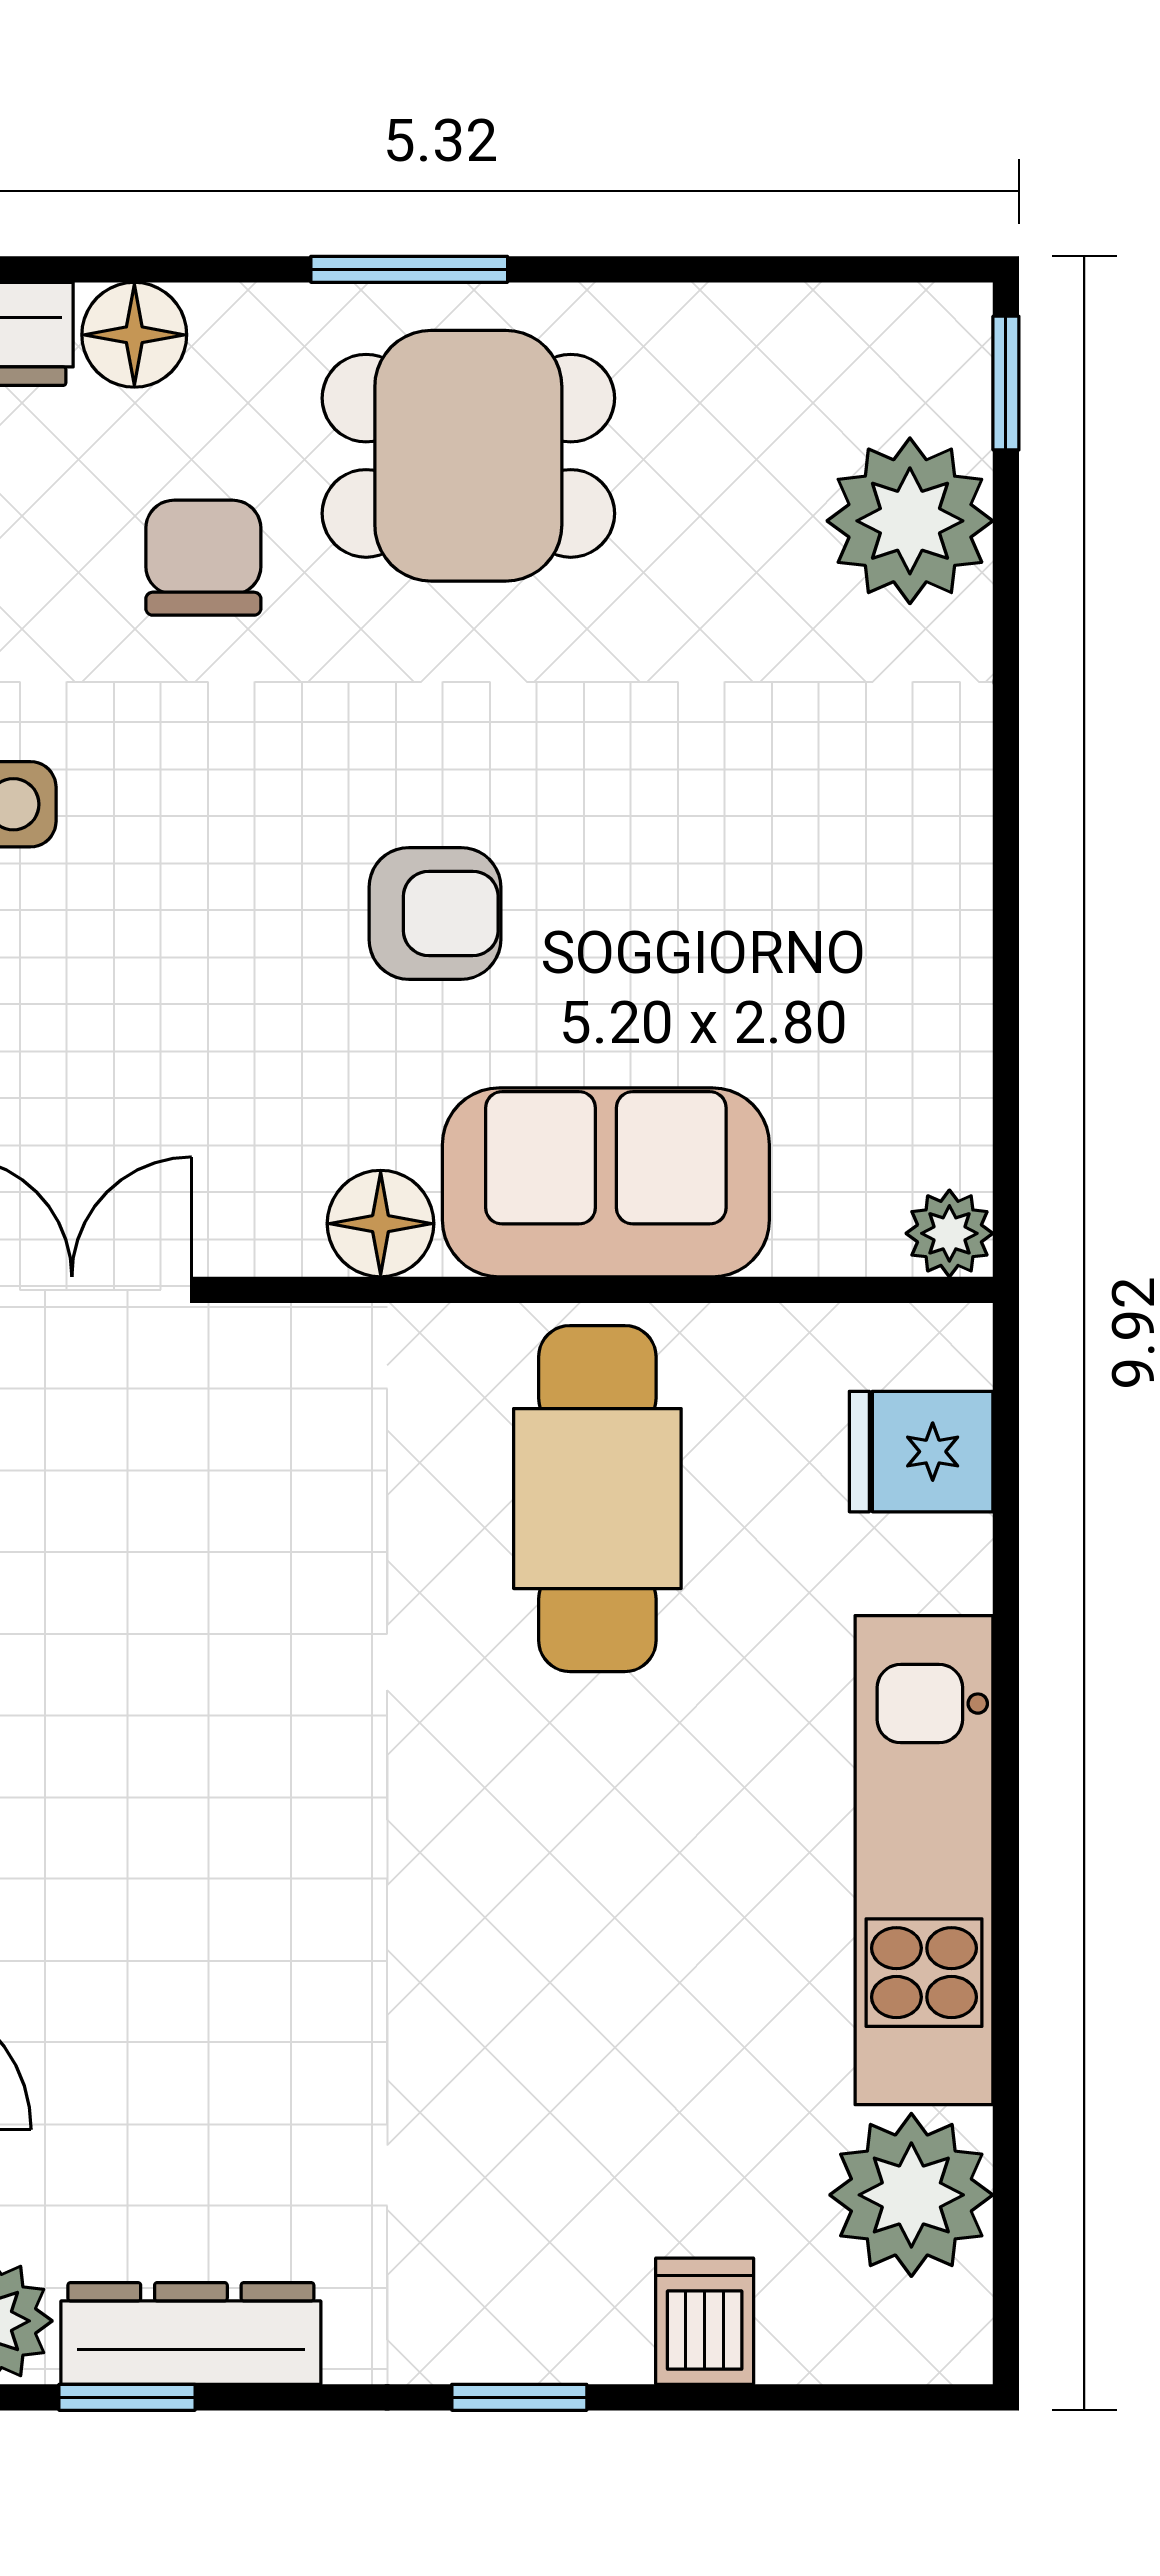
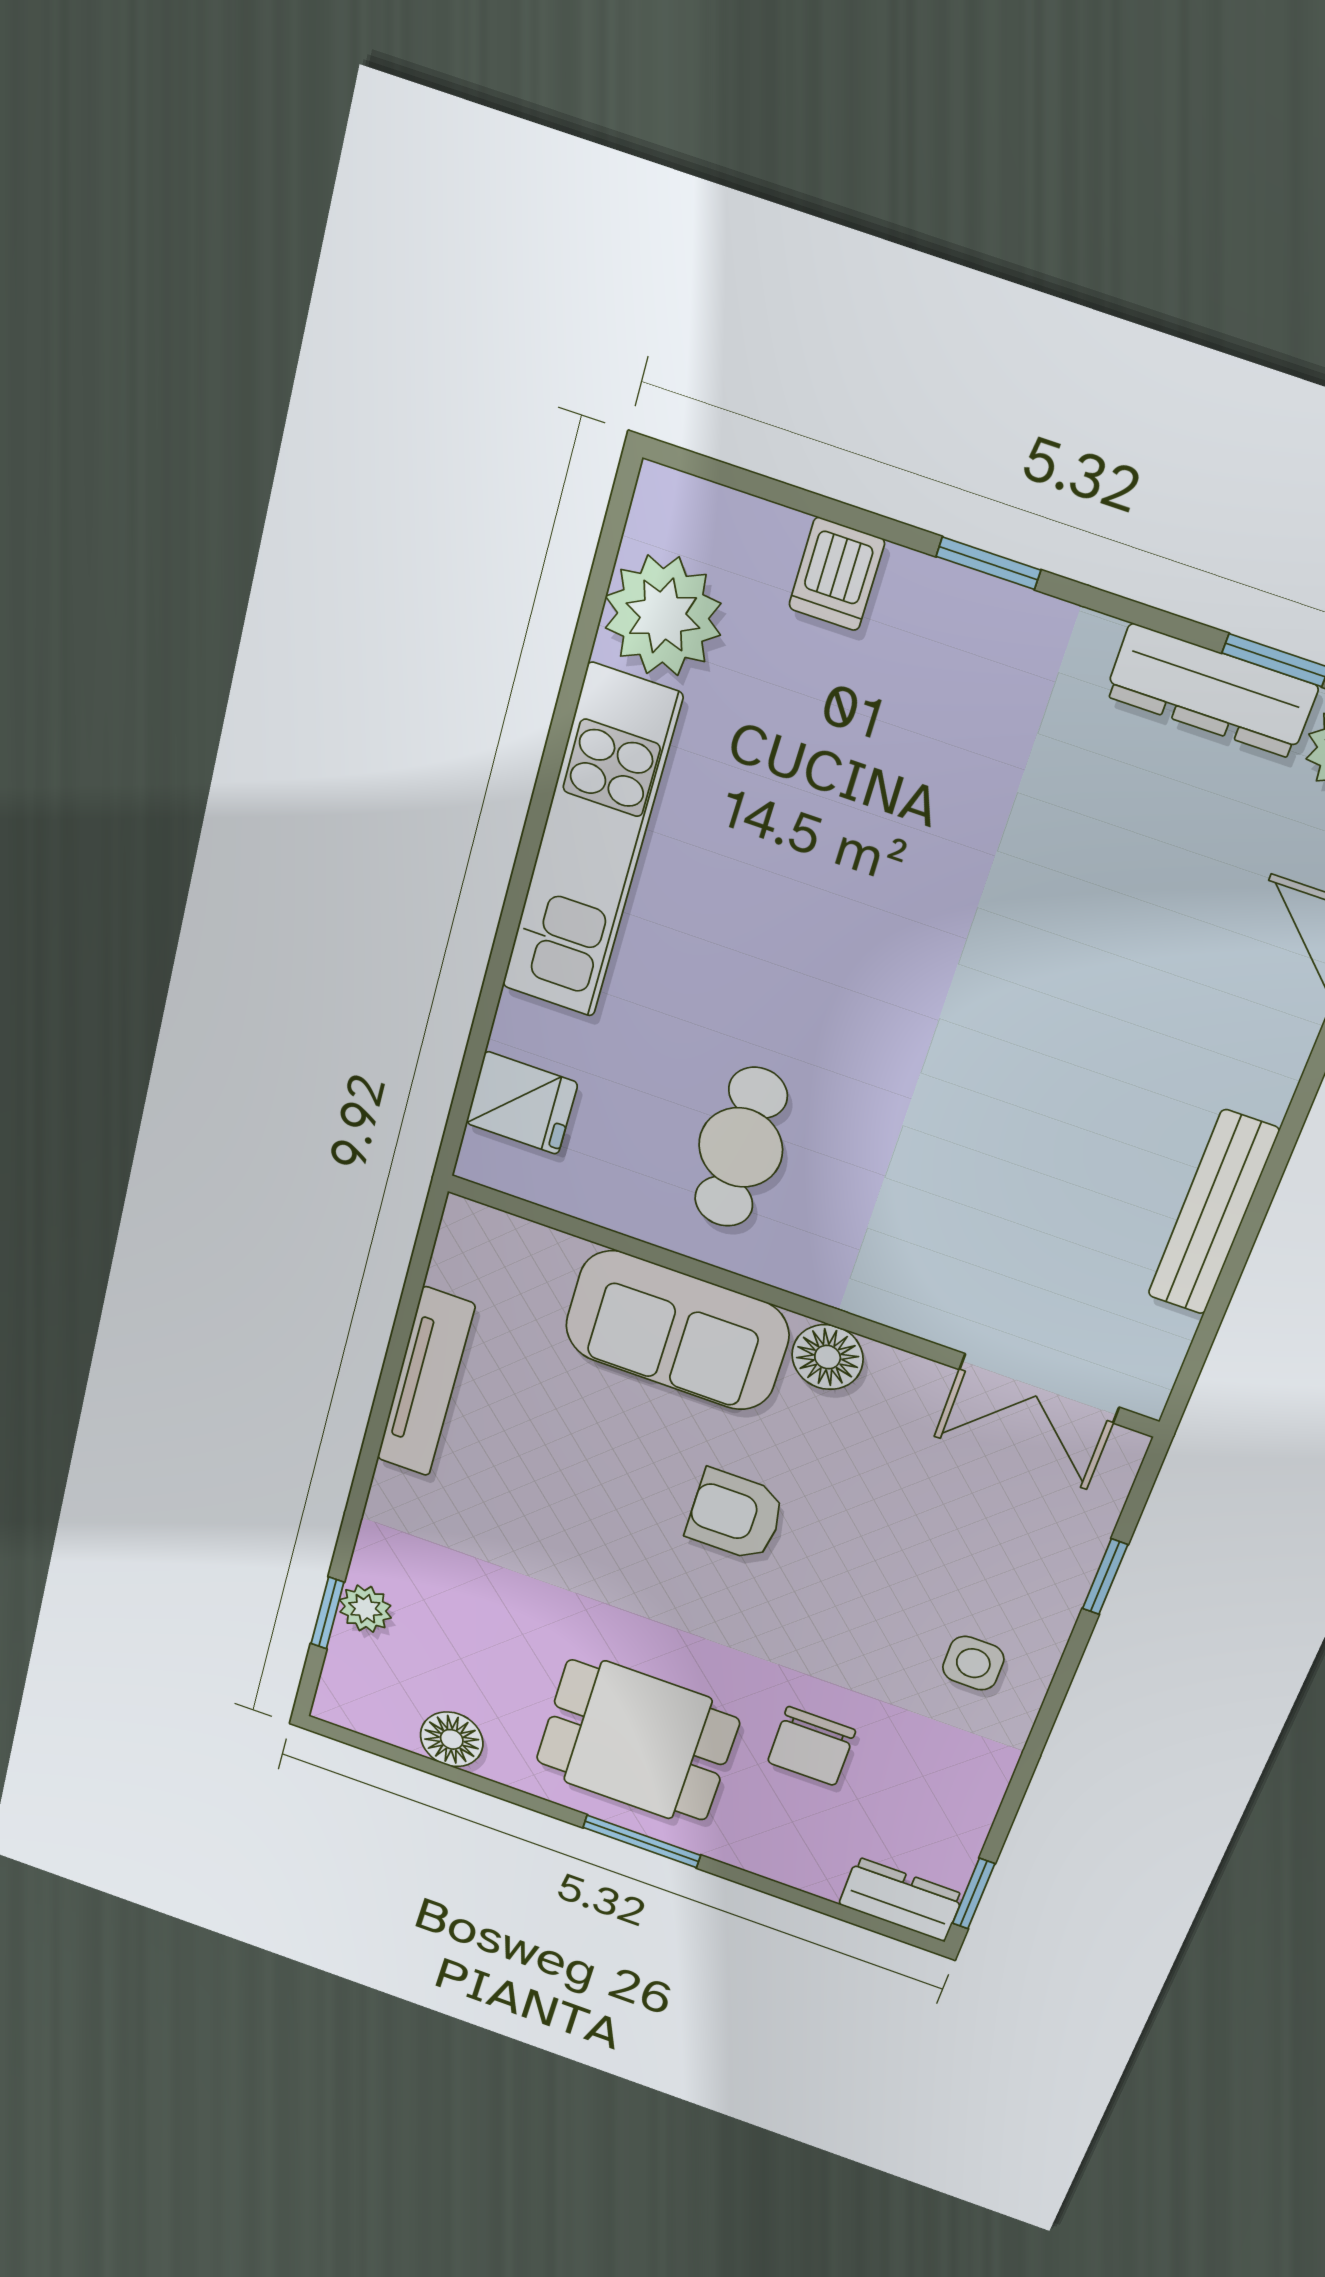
floor lamp: (134, 335) -> (452, 1739), moved
window: (1006, 383) -> (327, 1613), moved
plant: (910, 521) -> (365, 1609), width x0.53, depth x0.53
tv unit: (950, 954) -> (426, 1382), added
plant: (949, 1233) -> (468, 1226), removed
cafe table: (597, 1499) -> (741, 1148), width x0.73, depth x0.74

